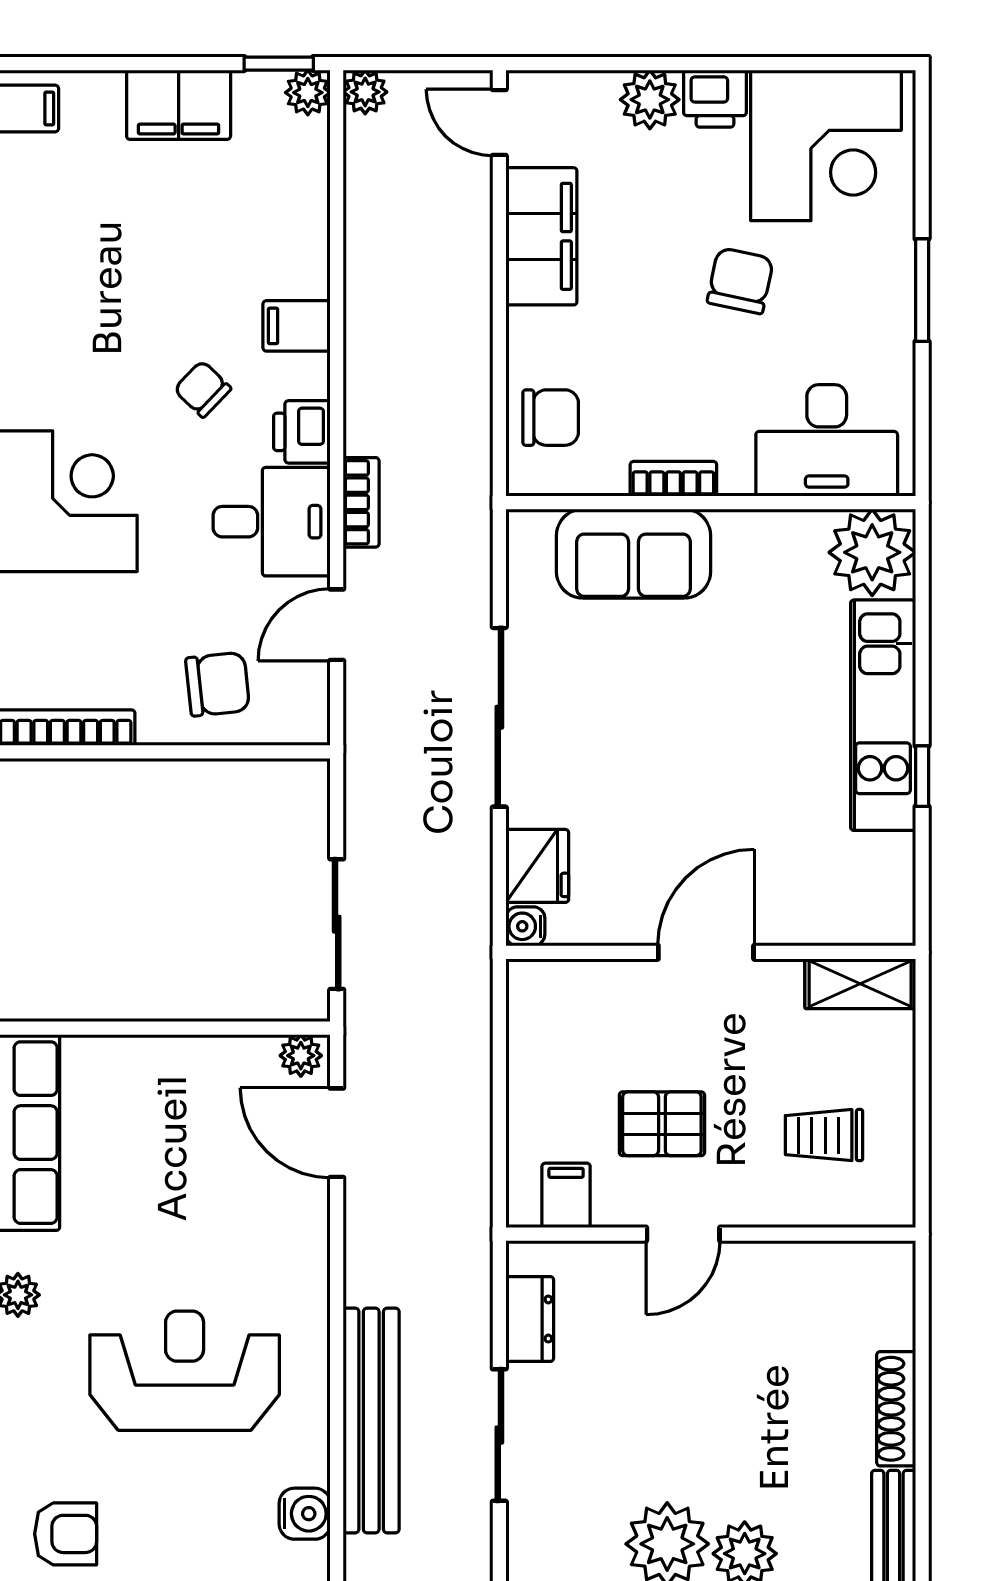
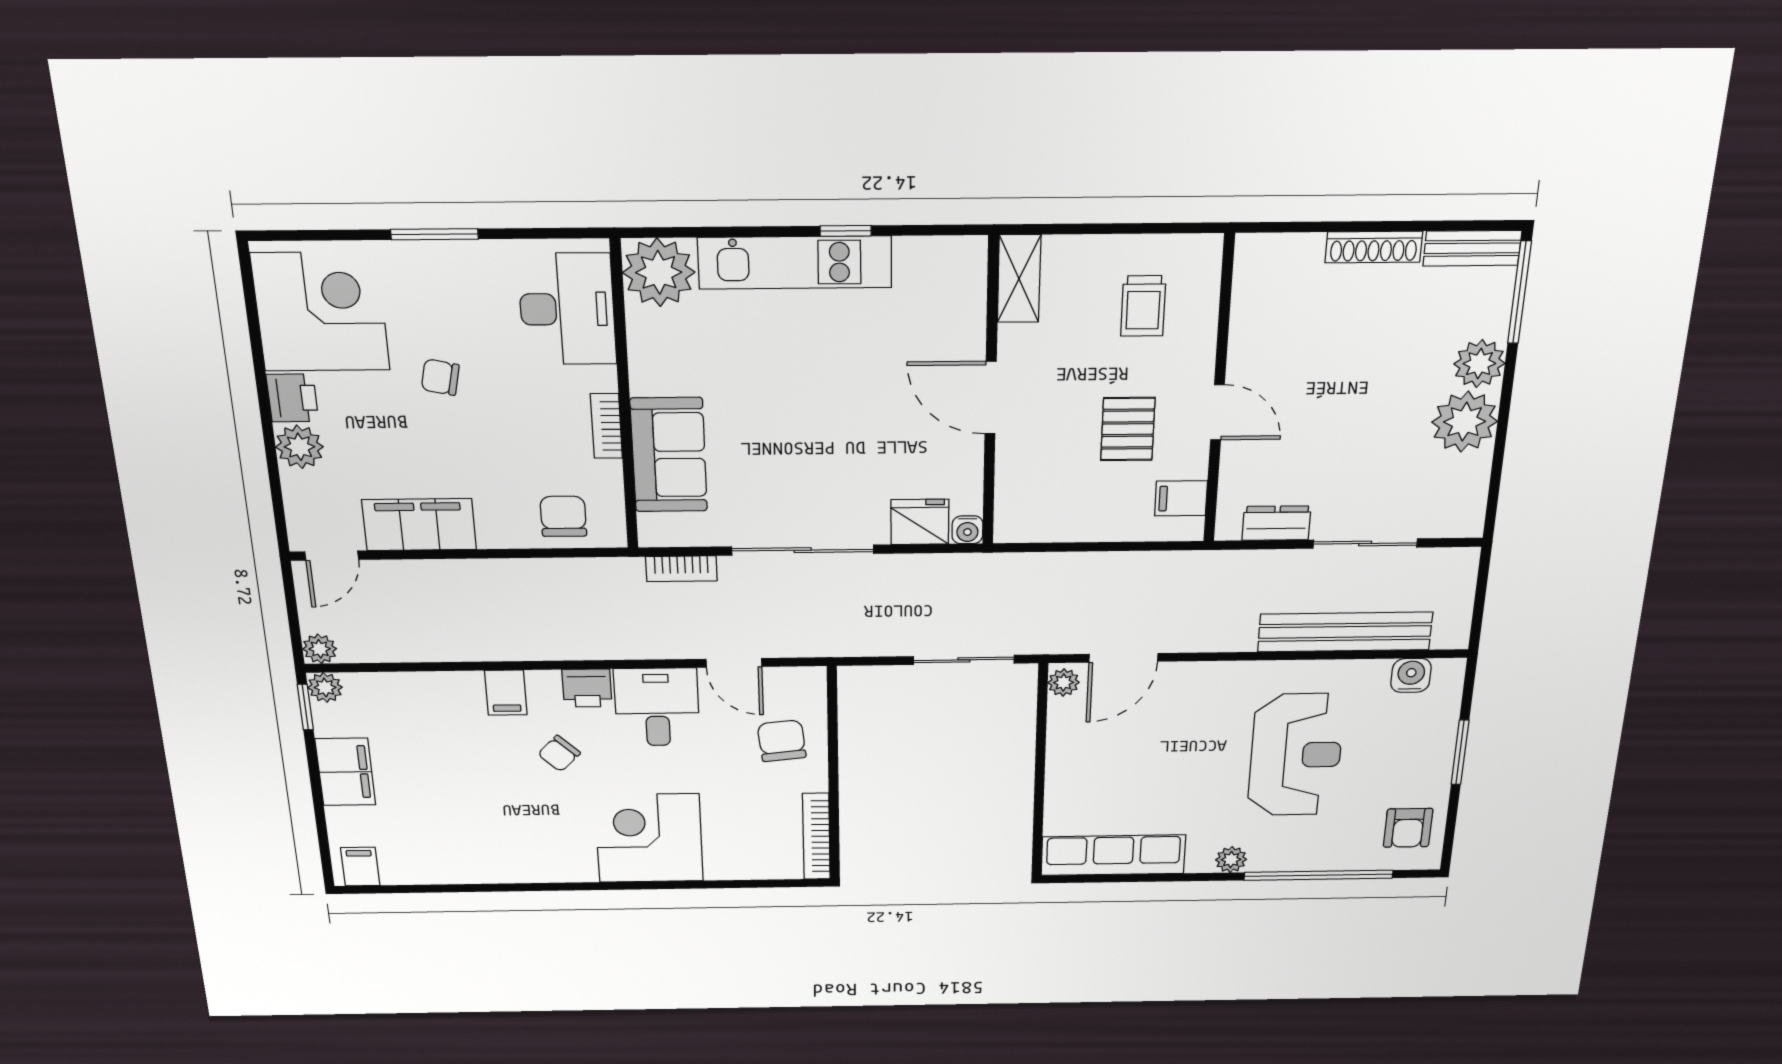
chair: (740, 281) -> (440, 377), width x0.73, depth x0.73
bookcase: (361, 502) -> (681, 569), moved, turned 180
reception desk: (185, 1371) -> (1296, 755), turned 180
armchair: (66, 1534) -> (1408, 828), turned 180

